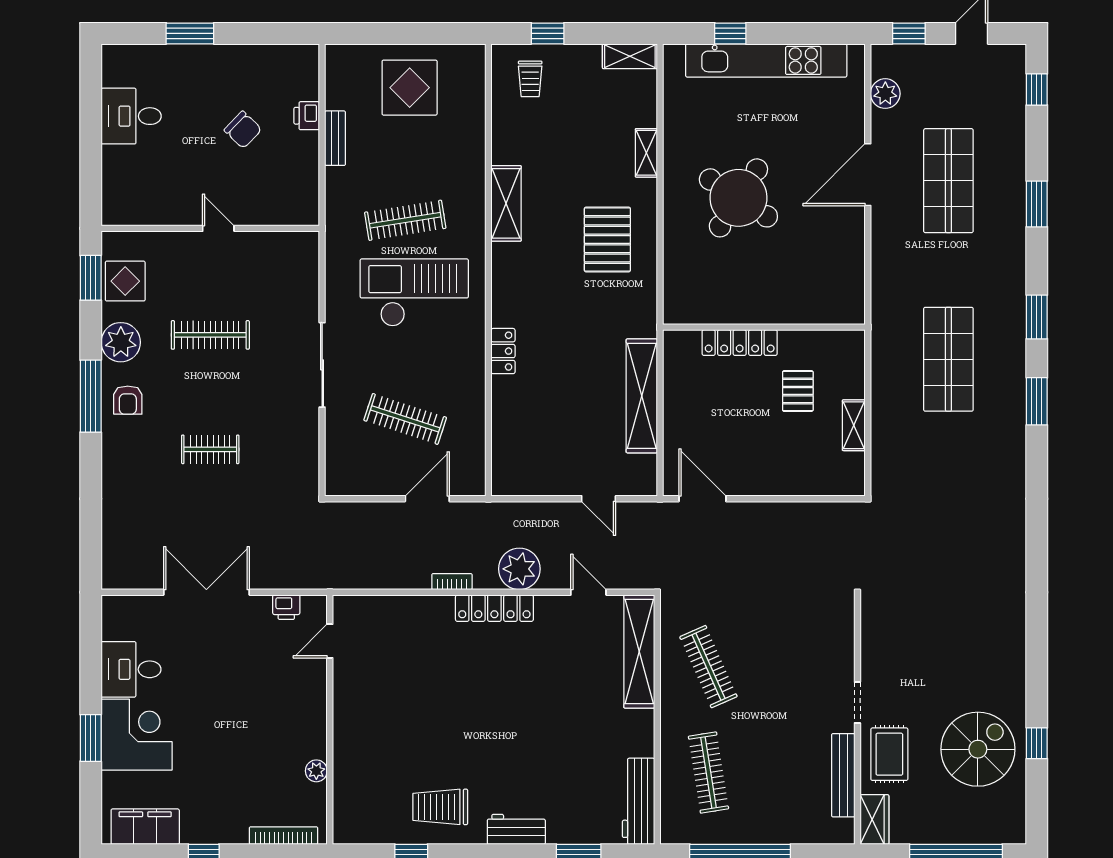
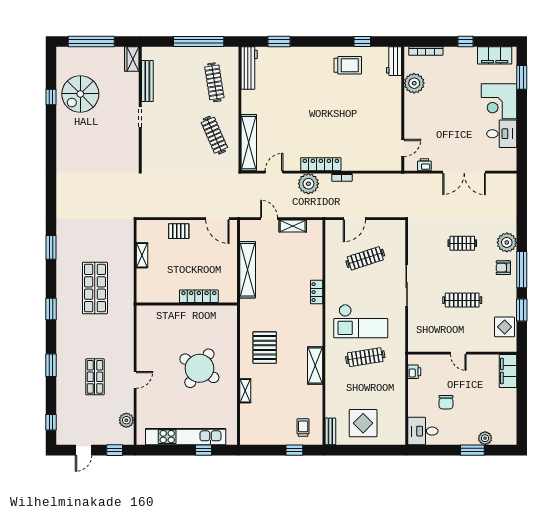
shelving: (630, 56) -> (293, 226), moved
plant: (164, 57) -> (485, 438), added
desk: (131, 116) -> (423, 431), moved, turned 180
printer: (307, 116) -> (414, 372), moved
chair: (243, 130) -> (446, 402), turned -134
bench: (335, 138) -> (330, 431), moved
door: (868, 175) -> (135, 380), width x0.53
shop shelf: (948, 181) -> (95, 377), width x0.70, depth x0.74
filing cabinet: (118, 192) -> (508, 371), added
window: (91, 278) -> (522, 310), moved
plant: (121, 342) -> (507, 242), moved
pallet: (798, 391) -> (179, 231), moved, turned 90
armchair: (128, 400) -> (503, 268), turned -90
window: (1037, 401) -> (51, 247), moved
clothes rail: (405, 419) -> (365, 258), turned -36
door: (588, 592) -> (274, 172), swing flipped
window: (91, 738) -> (522, 77), moved
rug: (889, 754) -> (124, 92), removed
plant: (316, 771) -> (414, 83), width x1.87, depth x1.87
workbench: (516, 829) -> (394, 61), moved, turned 90

